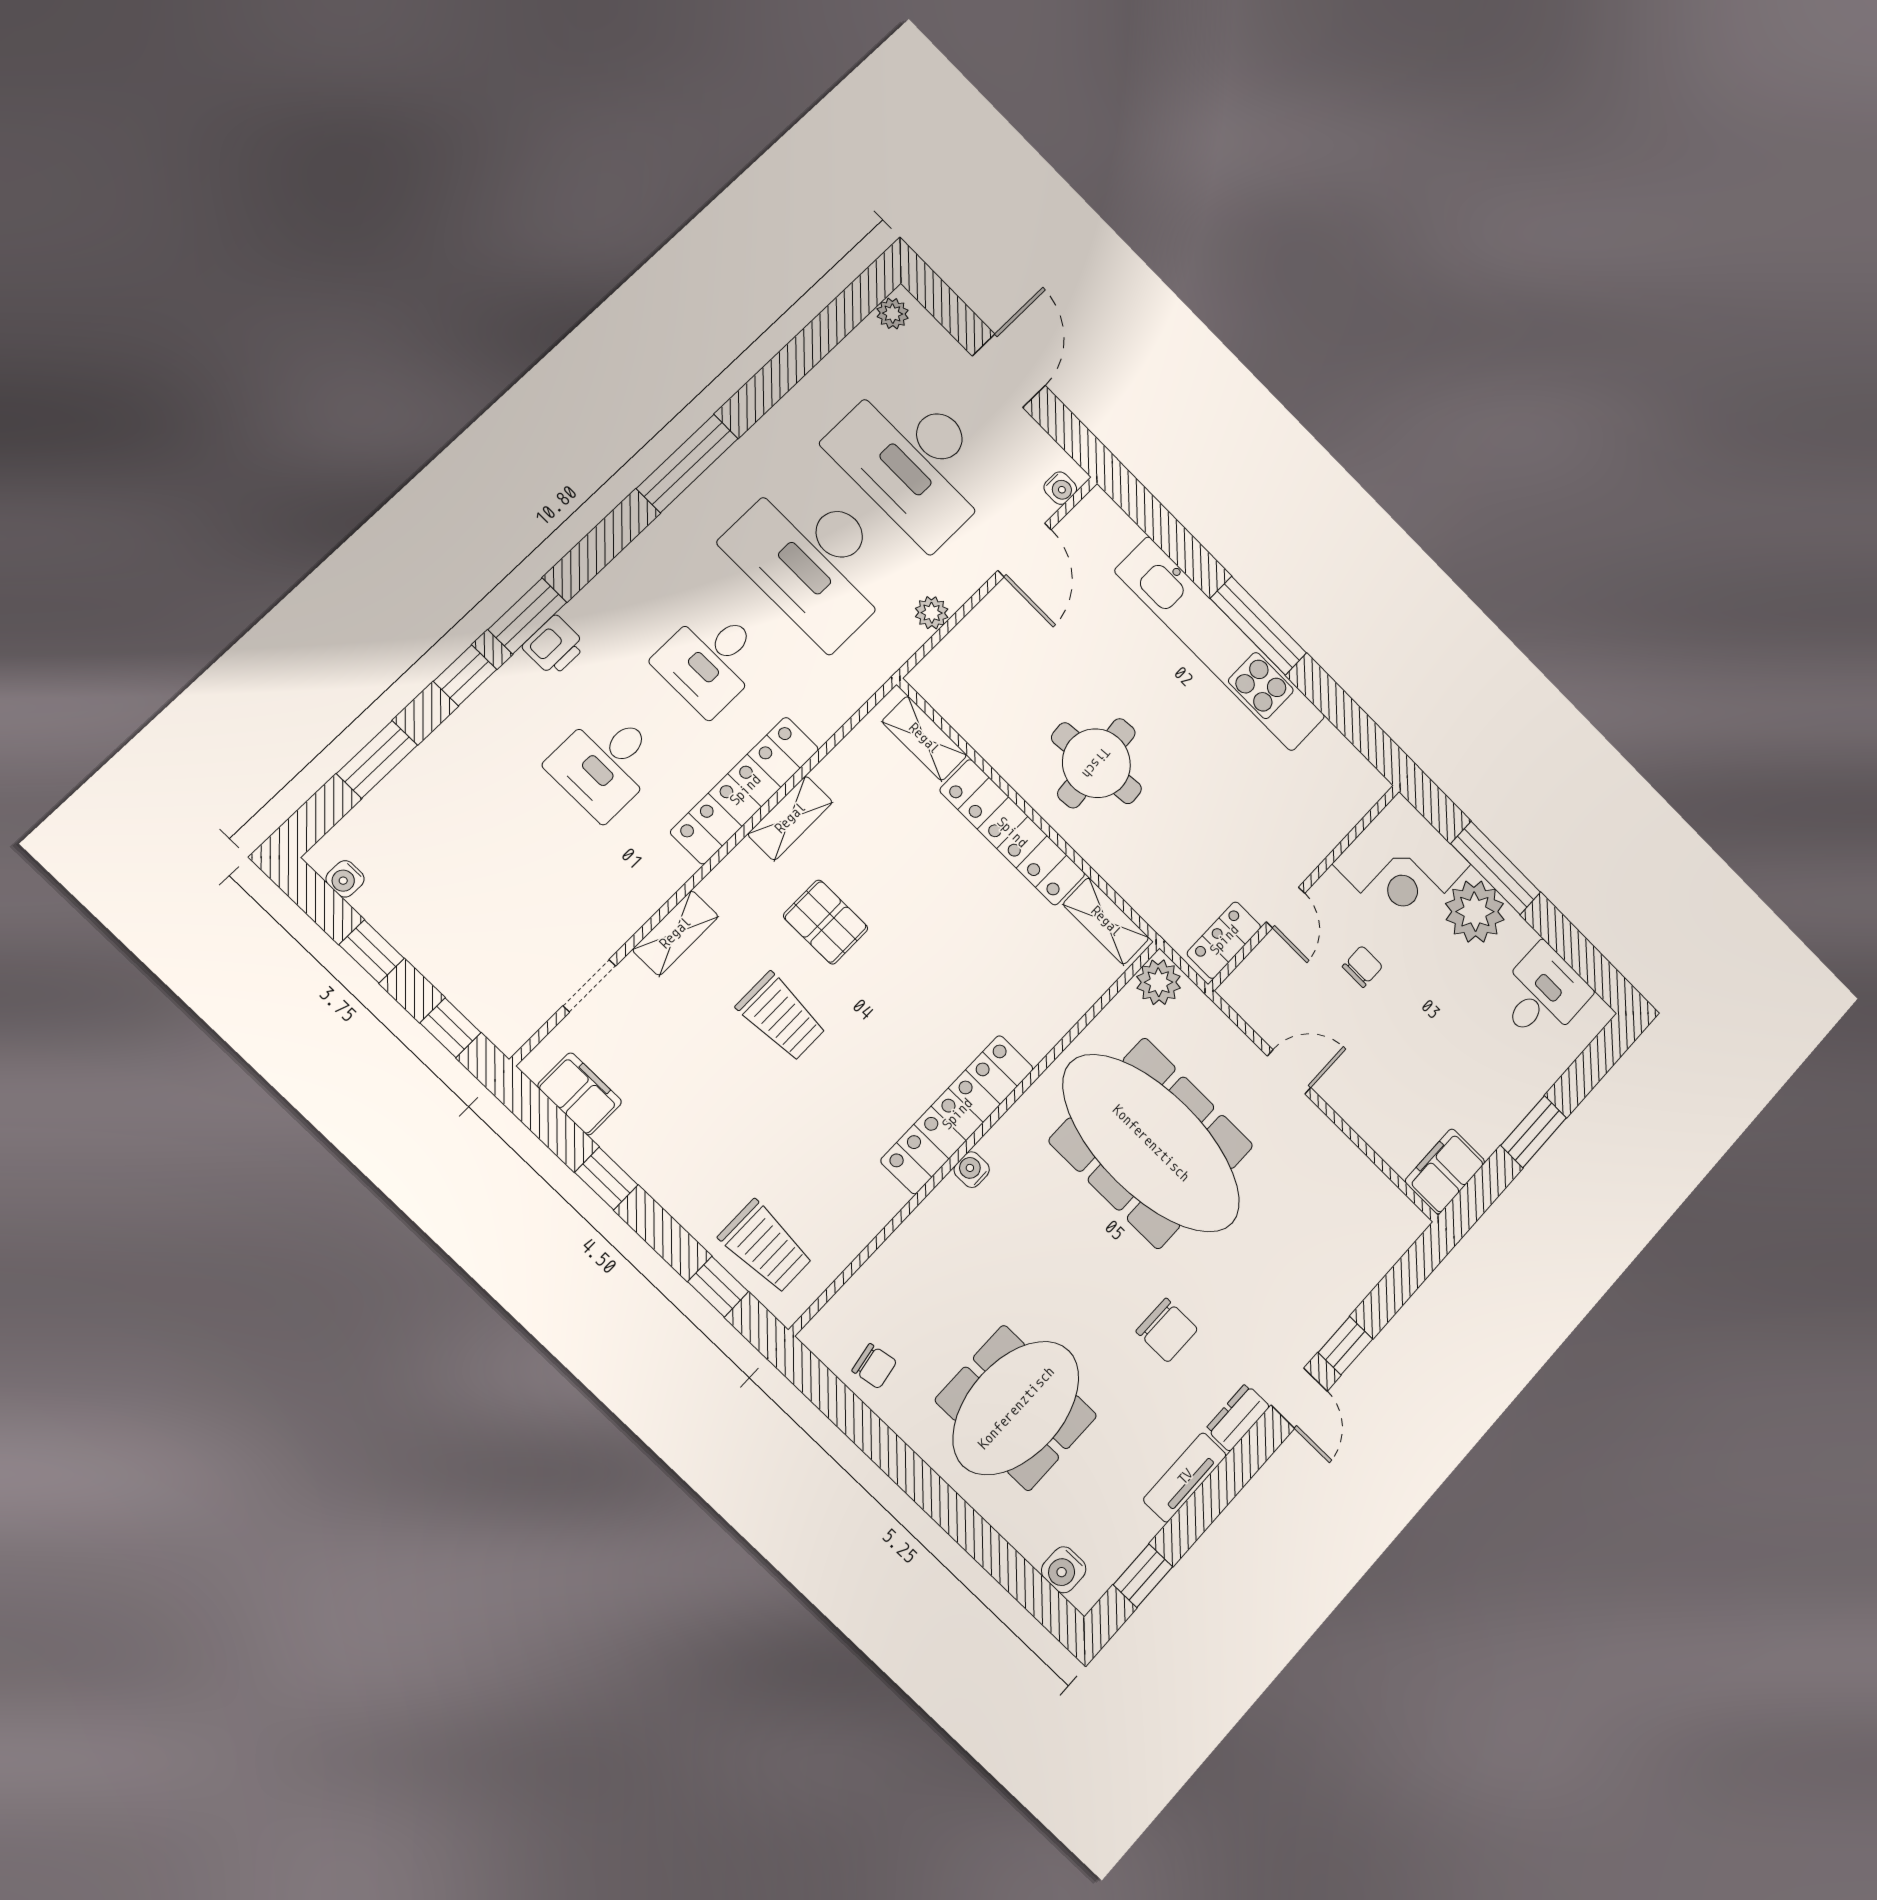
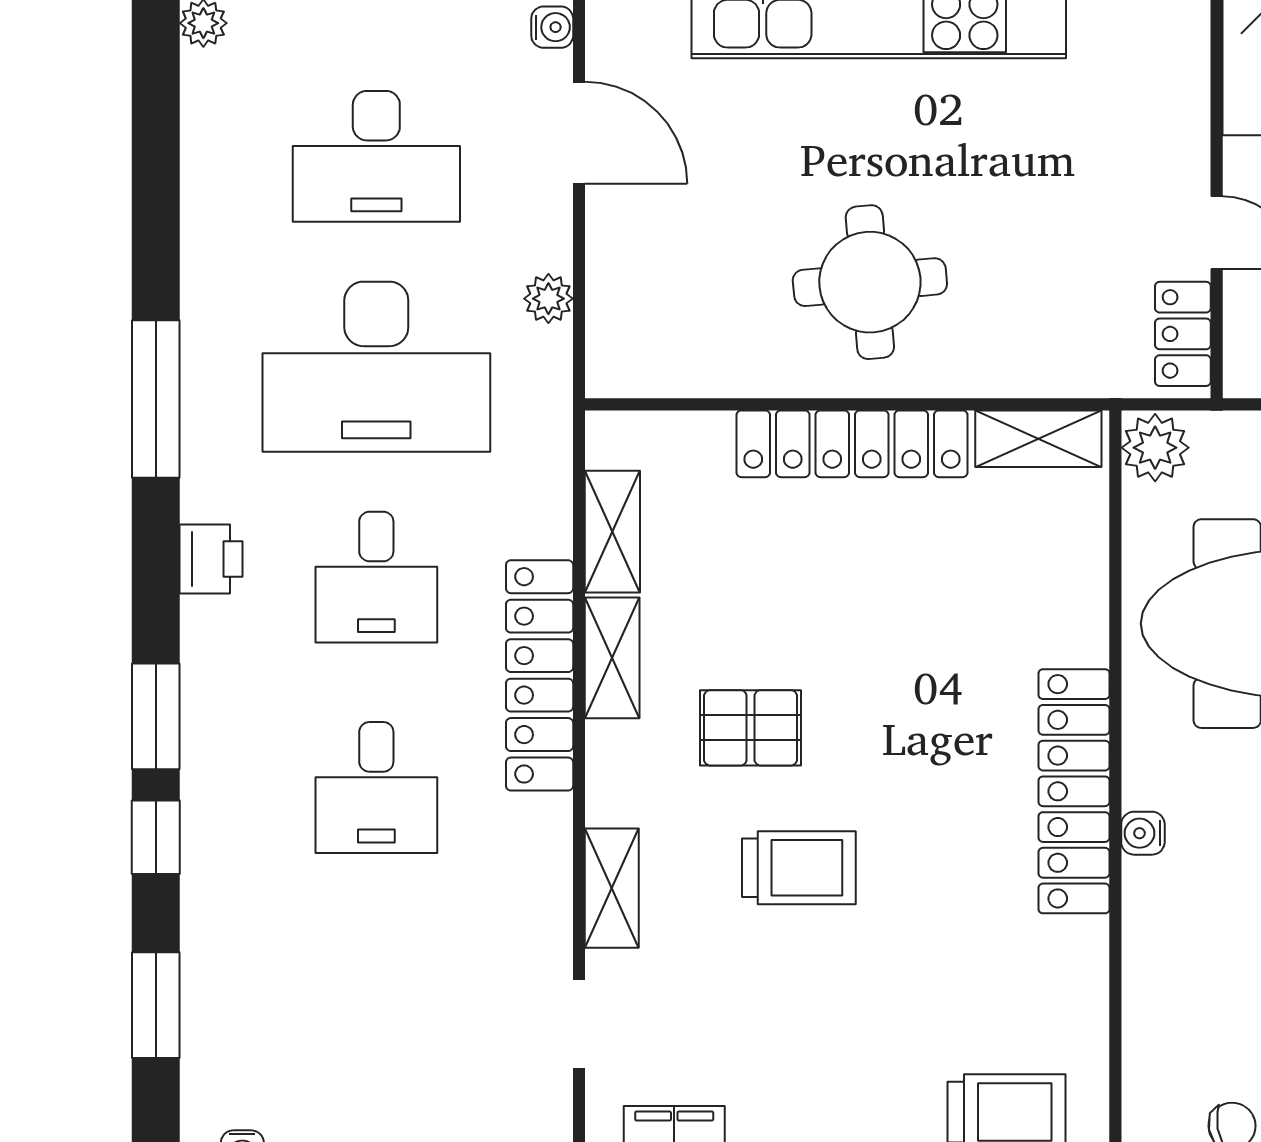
desk: (914, 461) -> (376, 156), width x0.73, depth x0.77
printer: (554, 646) -> (211, 559), moved
shelving: (924, 738) -> (612, 532), moved, turned 90

